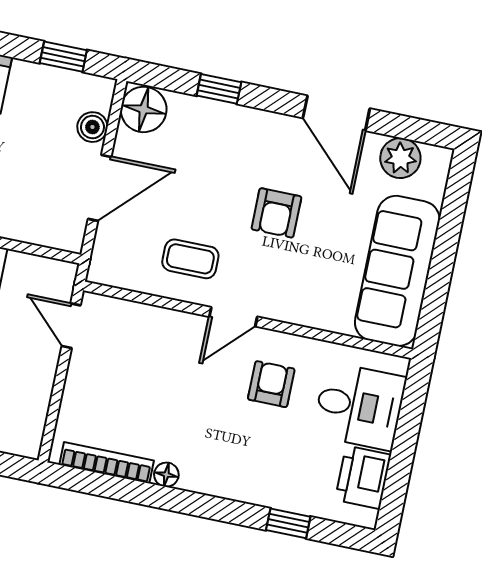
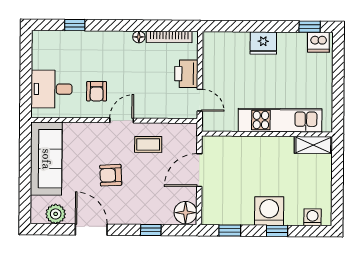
boiler: (92, 127) -> (209, 199), removed
armchair: (276, 213) -> (111, 175), turned -93
printer: (363, 477) -> (186, 74), moved, turned 180

